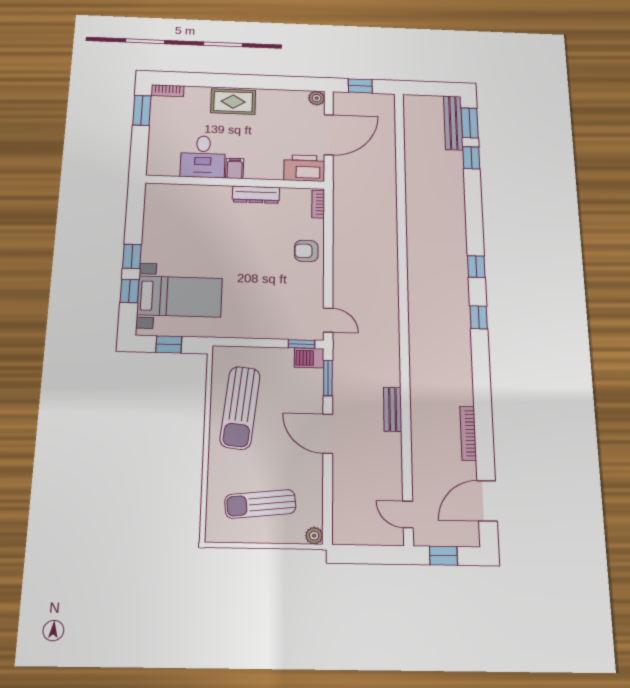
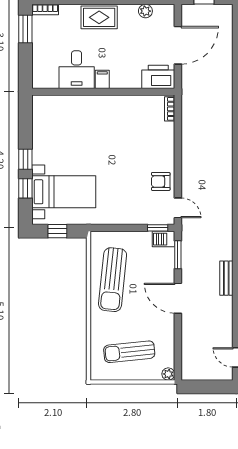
plant: (317, 98) -> (145, 11), moved
dresser: (256, 195) -> (120, 102), removed
armchair: (306, 251) -> (161, 181), moved

